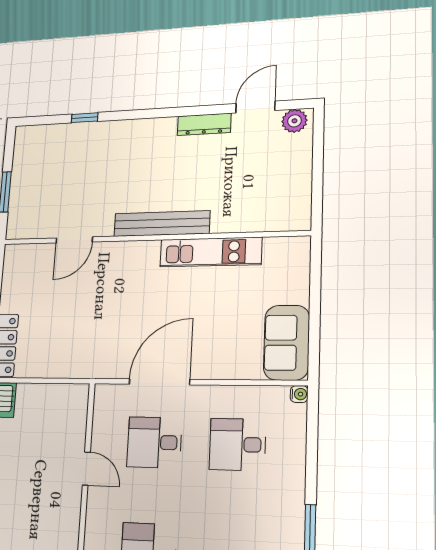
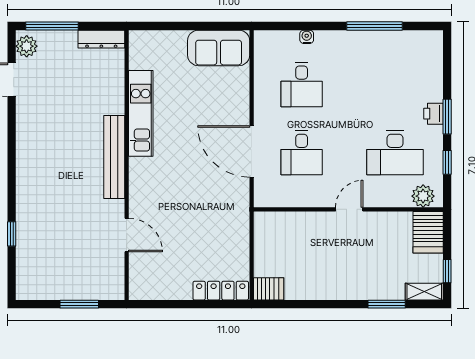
dresser: (204, 124) -> (101, 39), moved, turned 90
window: (318, 148) -> (52, 26), added
water cooler: (299, 394) -> (307, 37), moved
door: (86, 469) -> (349, 209), moved

